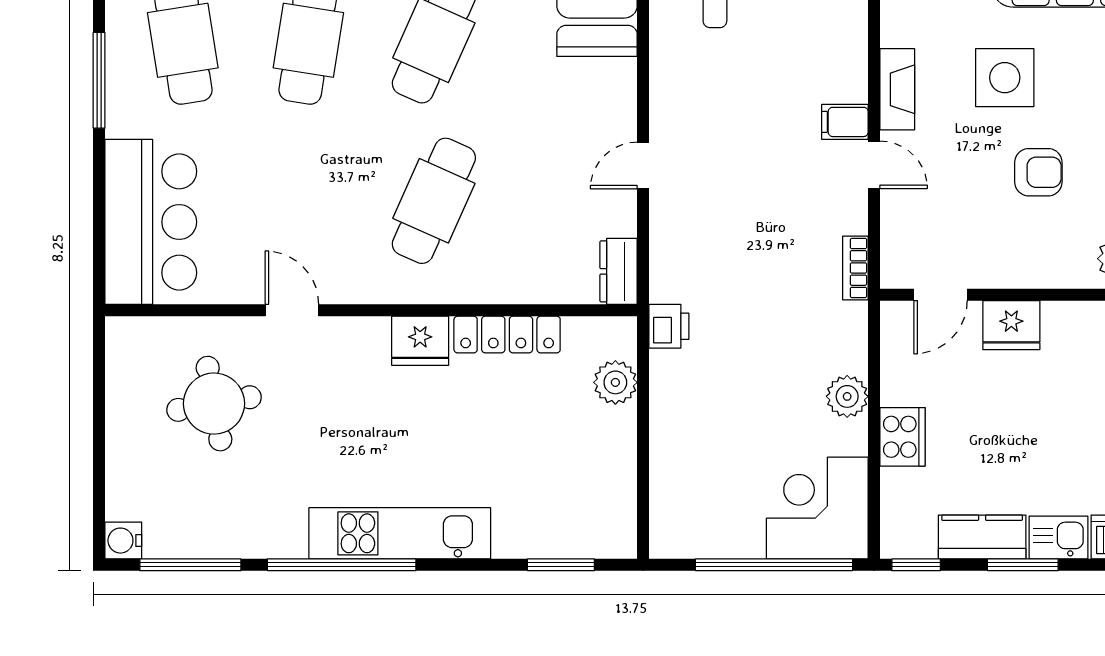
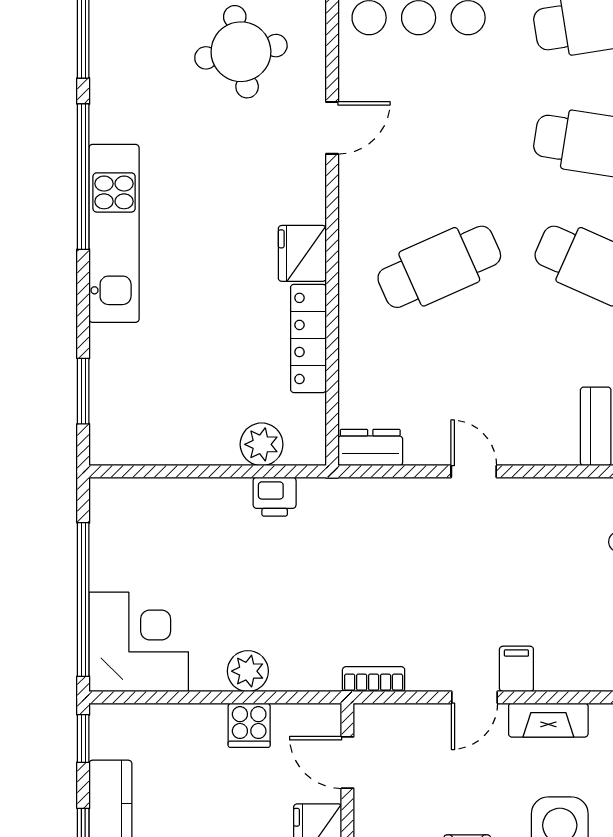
cafe table: (434, 201) -> (439, 267), turned -48
printer: (669, 326) -> (275, 497), moved
cooker: (902, 437) -> (249, 725), moved, width x0.73

